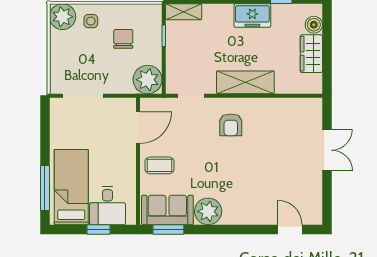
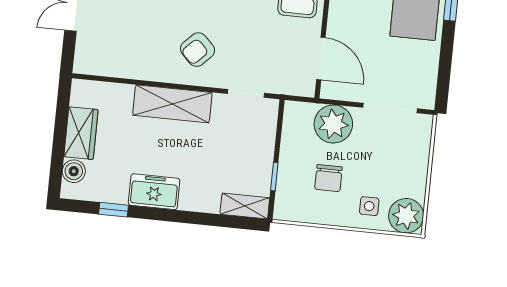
plant: (148, 80) -> (333, 124), moved
armchair: (231, 125) -> (198, 50), turned -135
door: (138, 127) -> (321, 59), swing flipped

